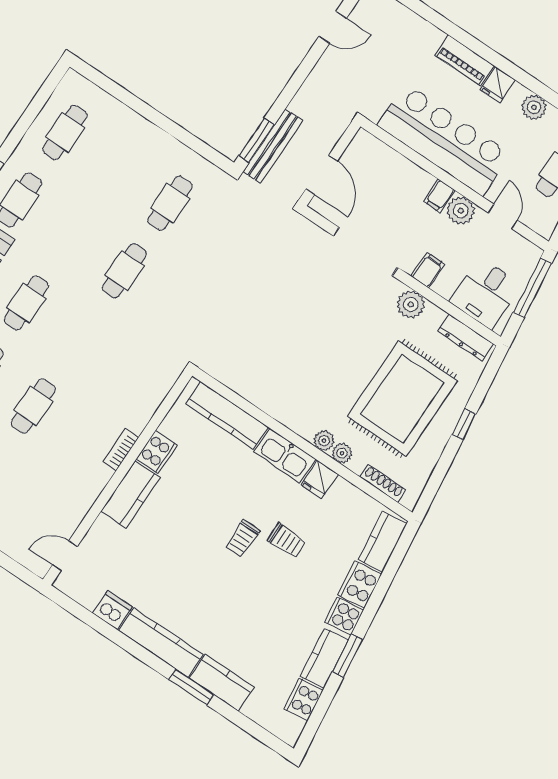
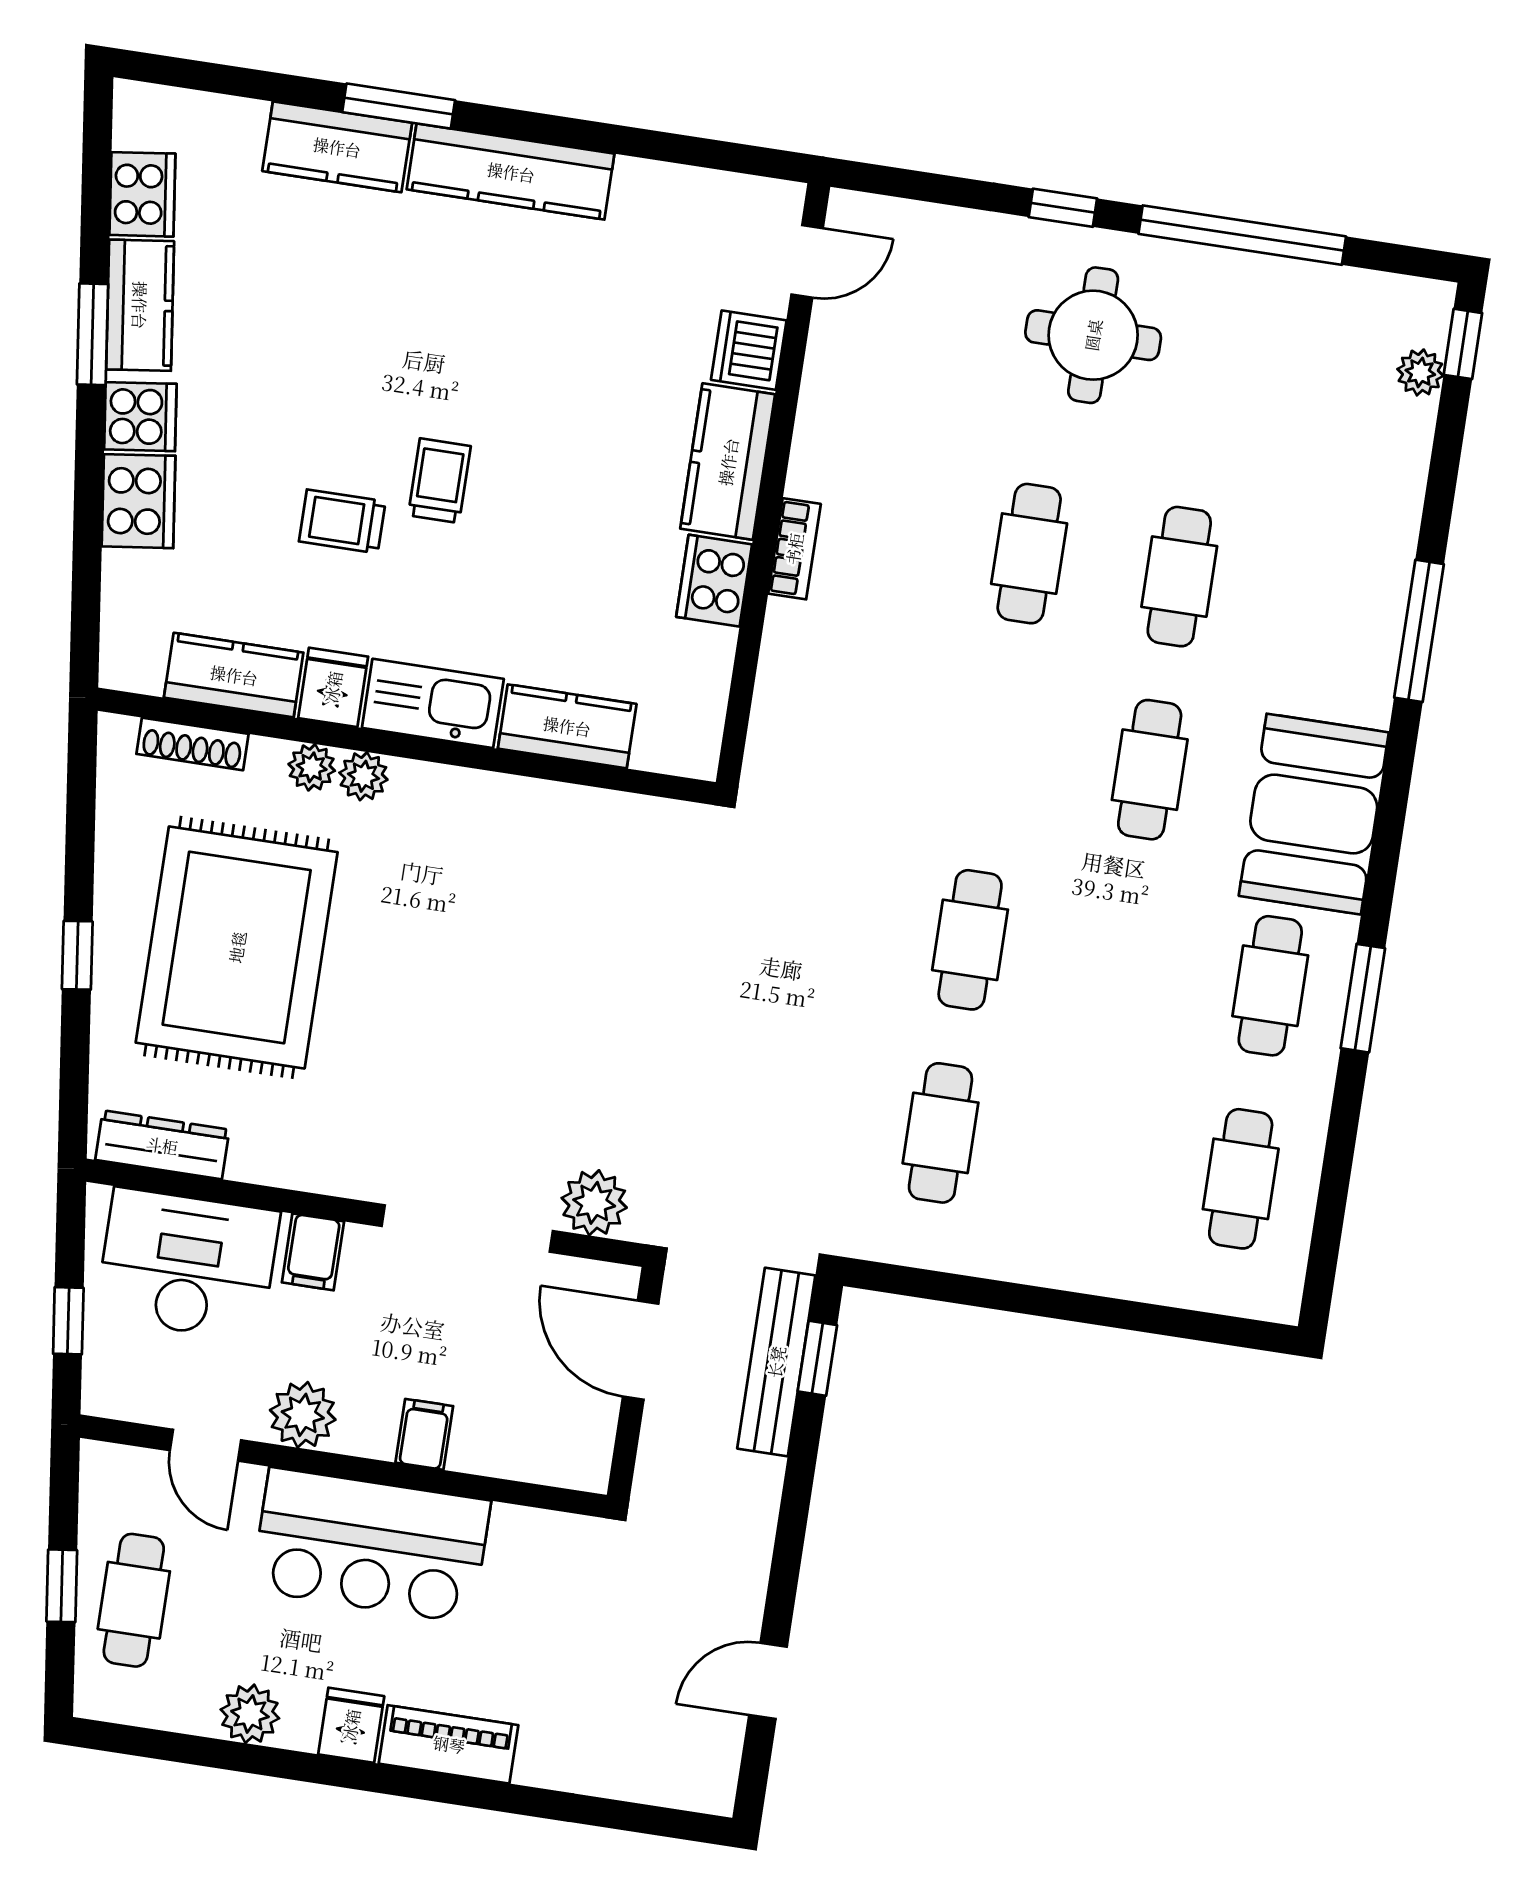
window: (257, 140) -> (817, 1358), width x0.67
bar counter: (444, 140) -> (371, 1545), width x0.73
filing cabinet: (439, 196) -> (424, 1434), moved
window: (532, 288) -> (68, 1321), width x0.46
desk: (485, 293) -> (188, 1265), width x1.37
plant: (411, 304) -> (594, 1203), moved
kitchen counter: (227, 416) -> (567, 726), width x0.67
kitchen counter: (383, 542) -> (234, 675), moved, turned -83
dishwasher: (112, 610) -> (749, 350), moved, turned 90

